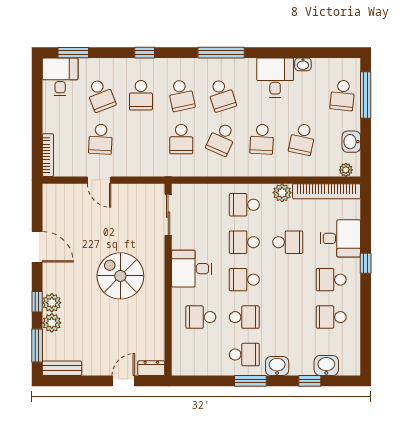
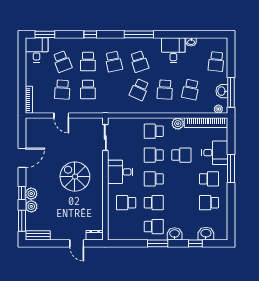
window: (366, 95) -> (231, 92), moved
school desk: (181, 139) -> (88, 89), moved
door: (37, 247) -> (22, 158), hinge flipped
window: (366, 263) -> (231, 168), width x2.17
school desk: (331, 280) -> (209, 179), turned 180
door: (123, 381) -> (77, 243), swing flipped

